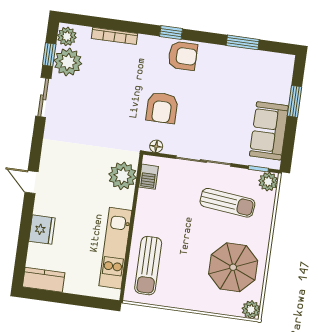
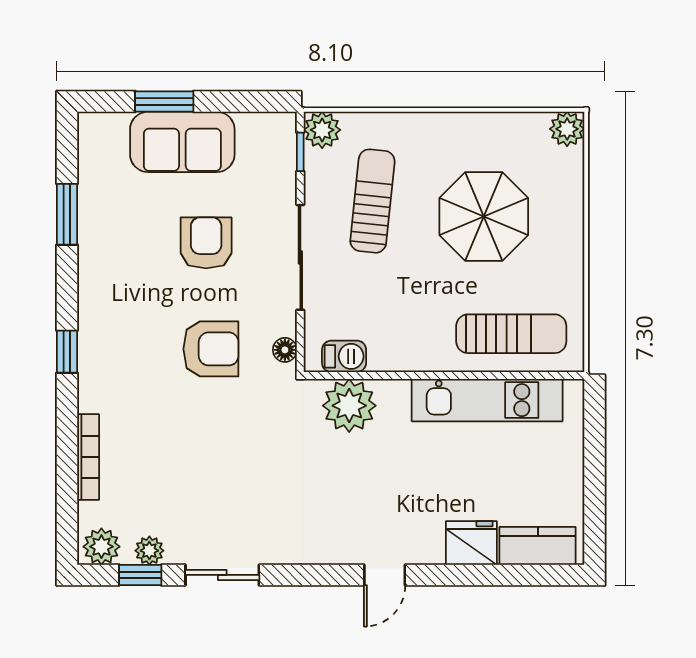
armchair: (183, 56) -> (206, 243), moved
plant: (68, 62) -> (149, 551), width x0.53, depth x0.53
sofa: (269, 131) -> (182, 142), moved
parasol: (233, 267) -> (484, 217), moved
kitchen counter: (44, 280) -> (538, 546), moved, turned 90

